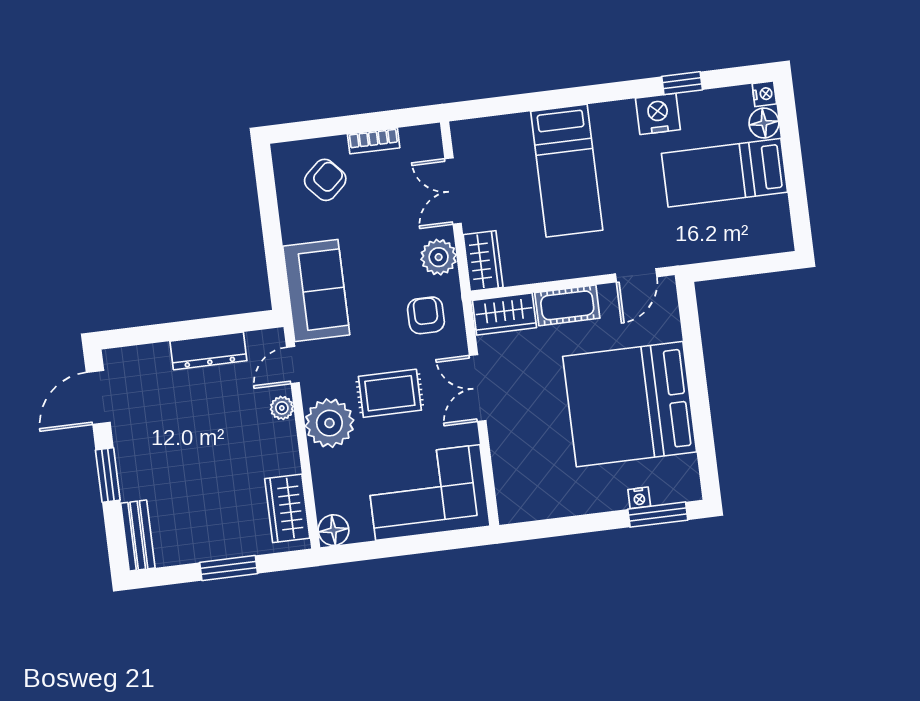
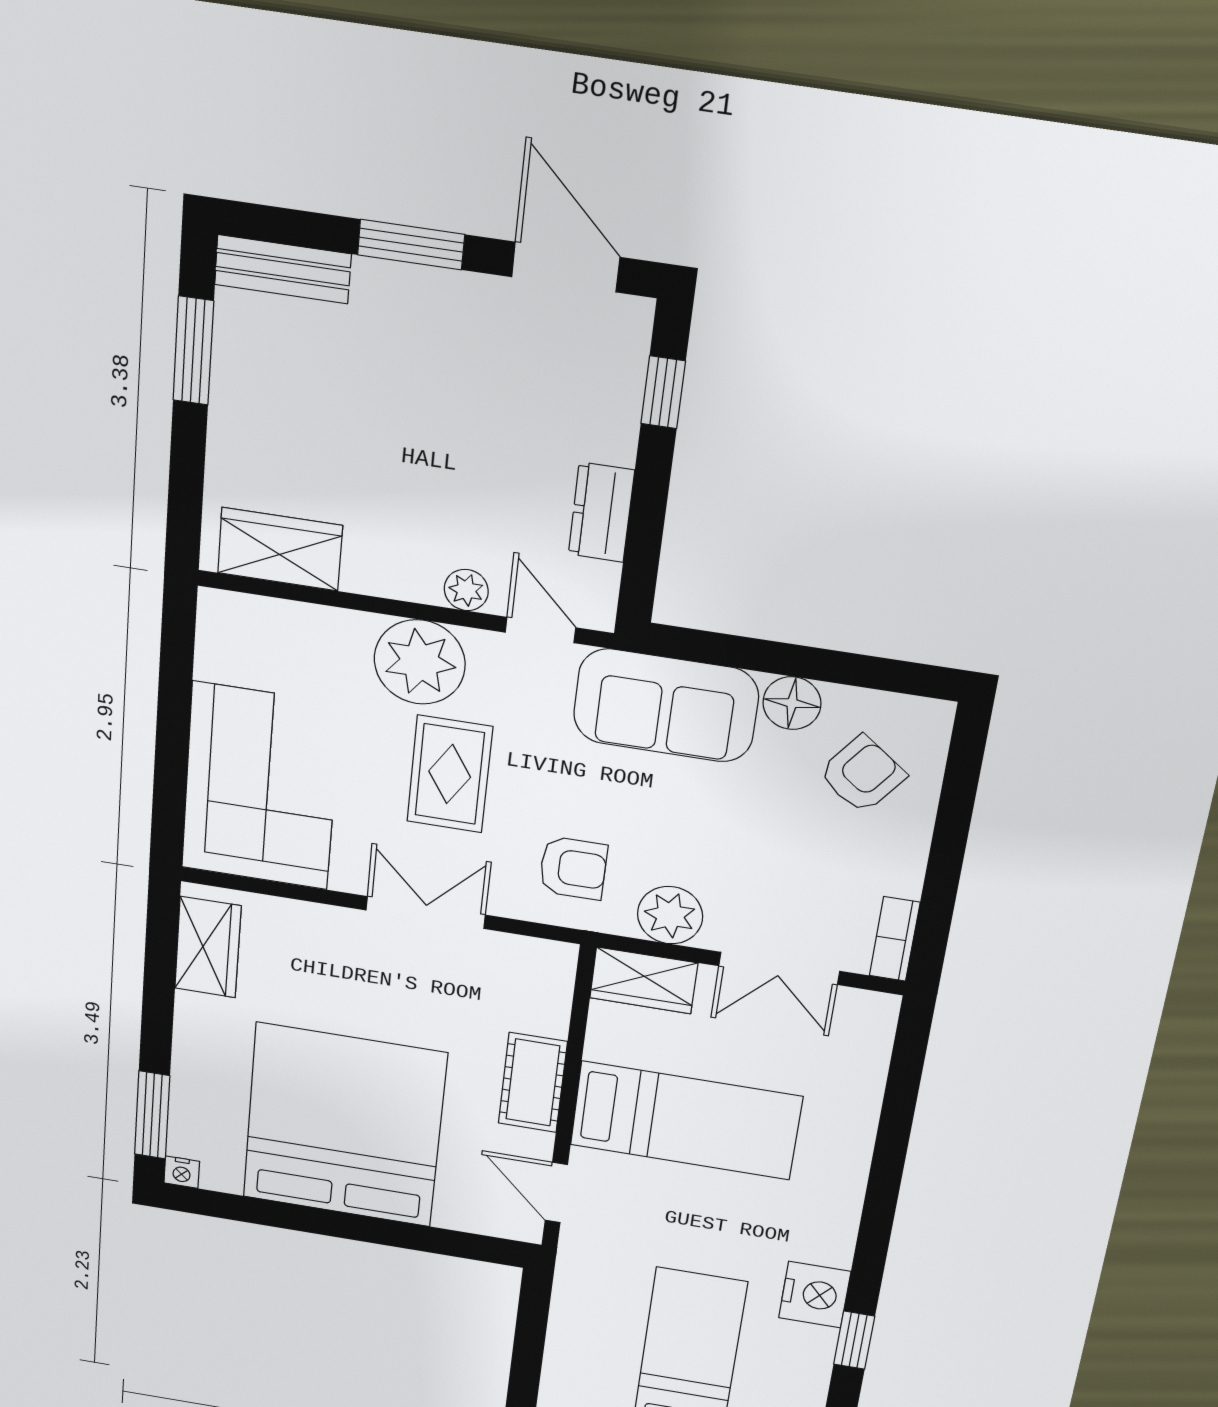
bookcase: (374, 141) -> (895, 939), moved
bed: (567, 171) -> (686, 1121), moved, turned 180
armchair: (325, 180) -> (862, 774), turned -101
double door: (453, 191) -> (779, 968), swing flipped
wardrobe: (504, 314) -> (208, 947), moved, turned 180
window: (148, 335) -> (663, 392), added
dresser: (208, 351) -> (601, 512), width x0.70
nightstand: (639, 498) -> (182, 1172), moved, turned -90
floor lamp: (334, 530) -> (792, 703), moved
window: (229, 568) -> (193, 351), moved

